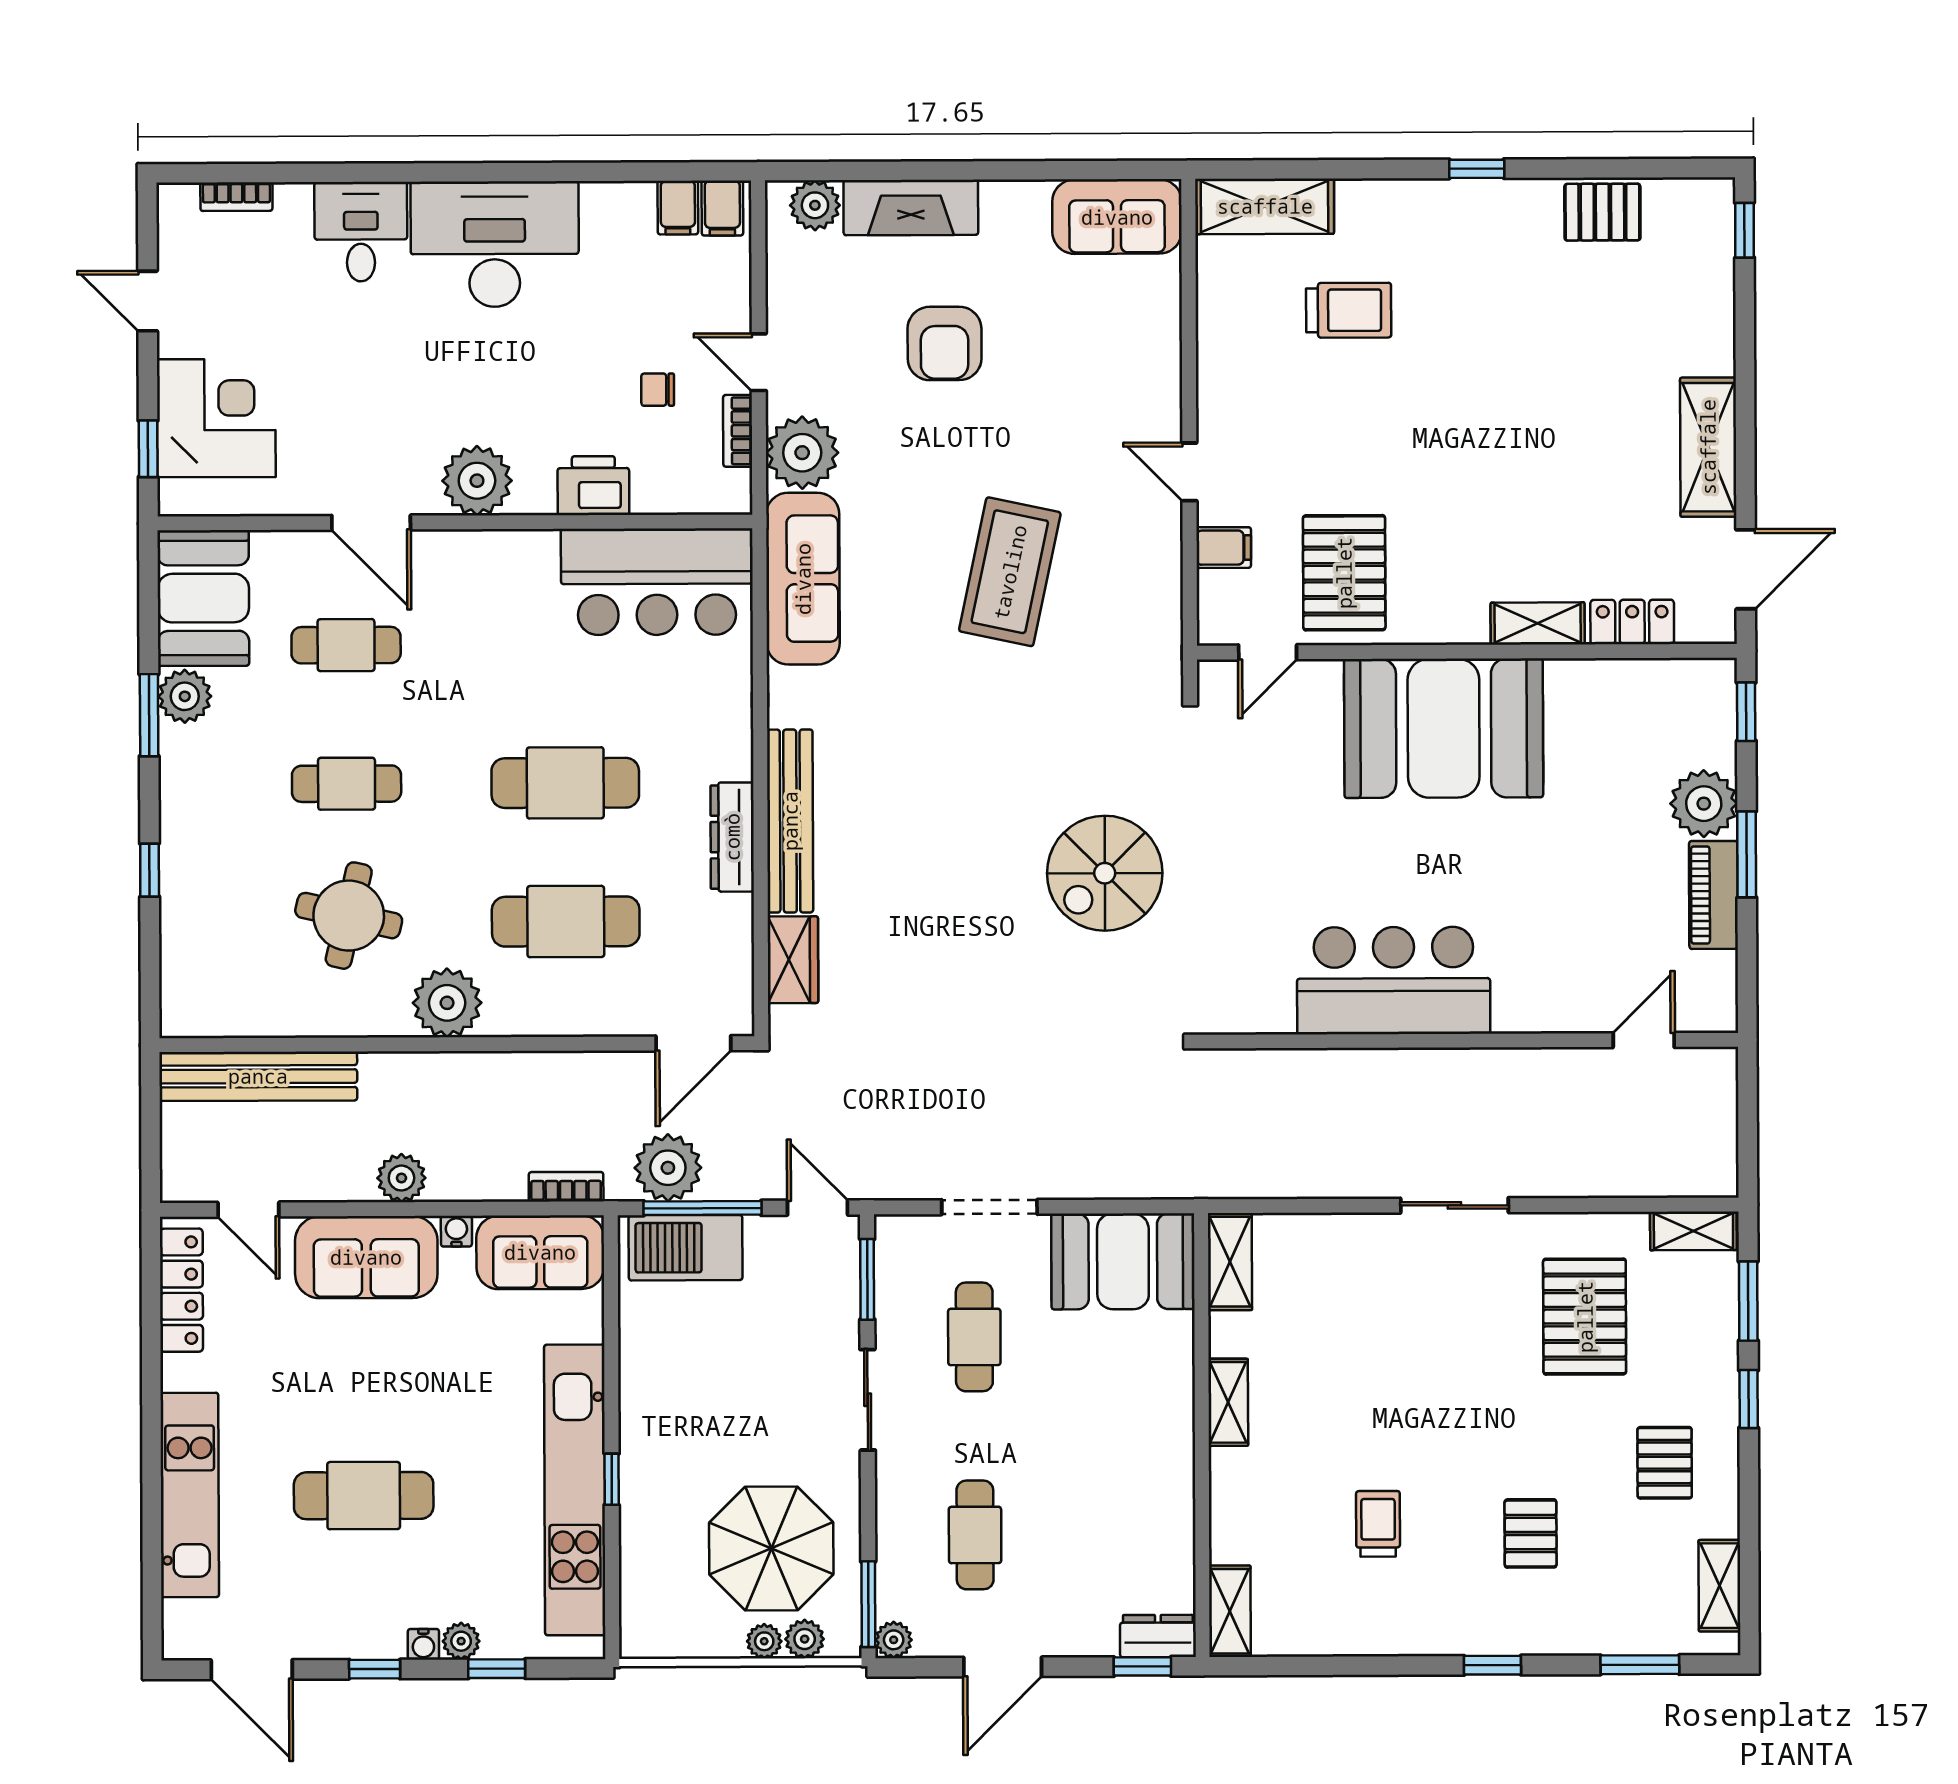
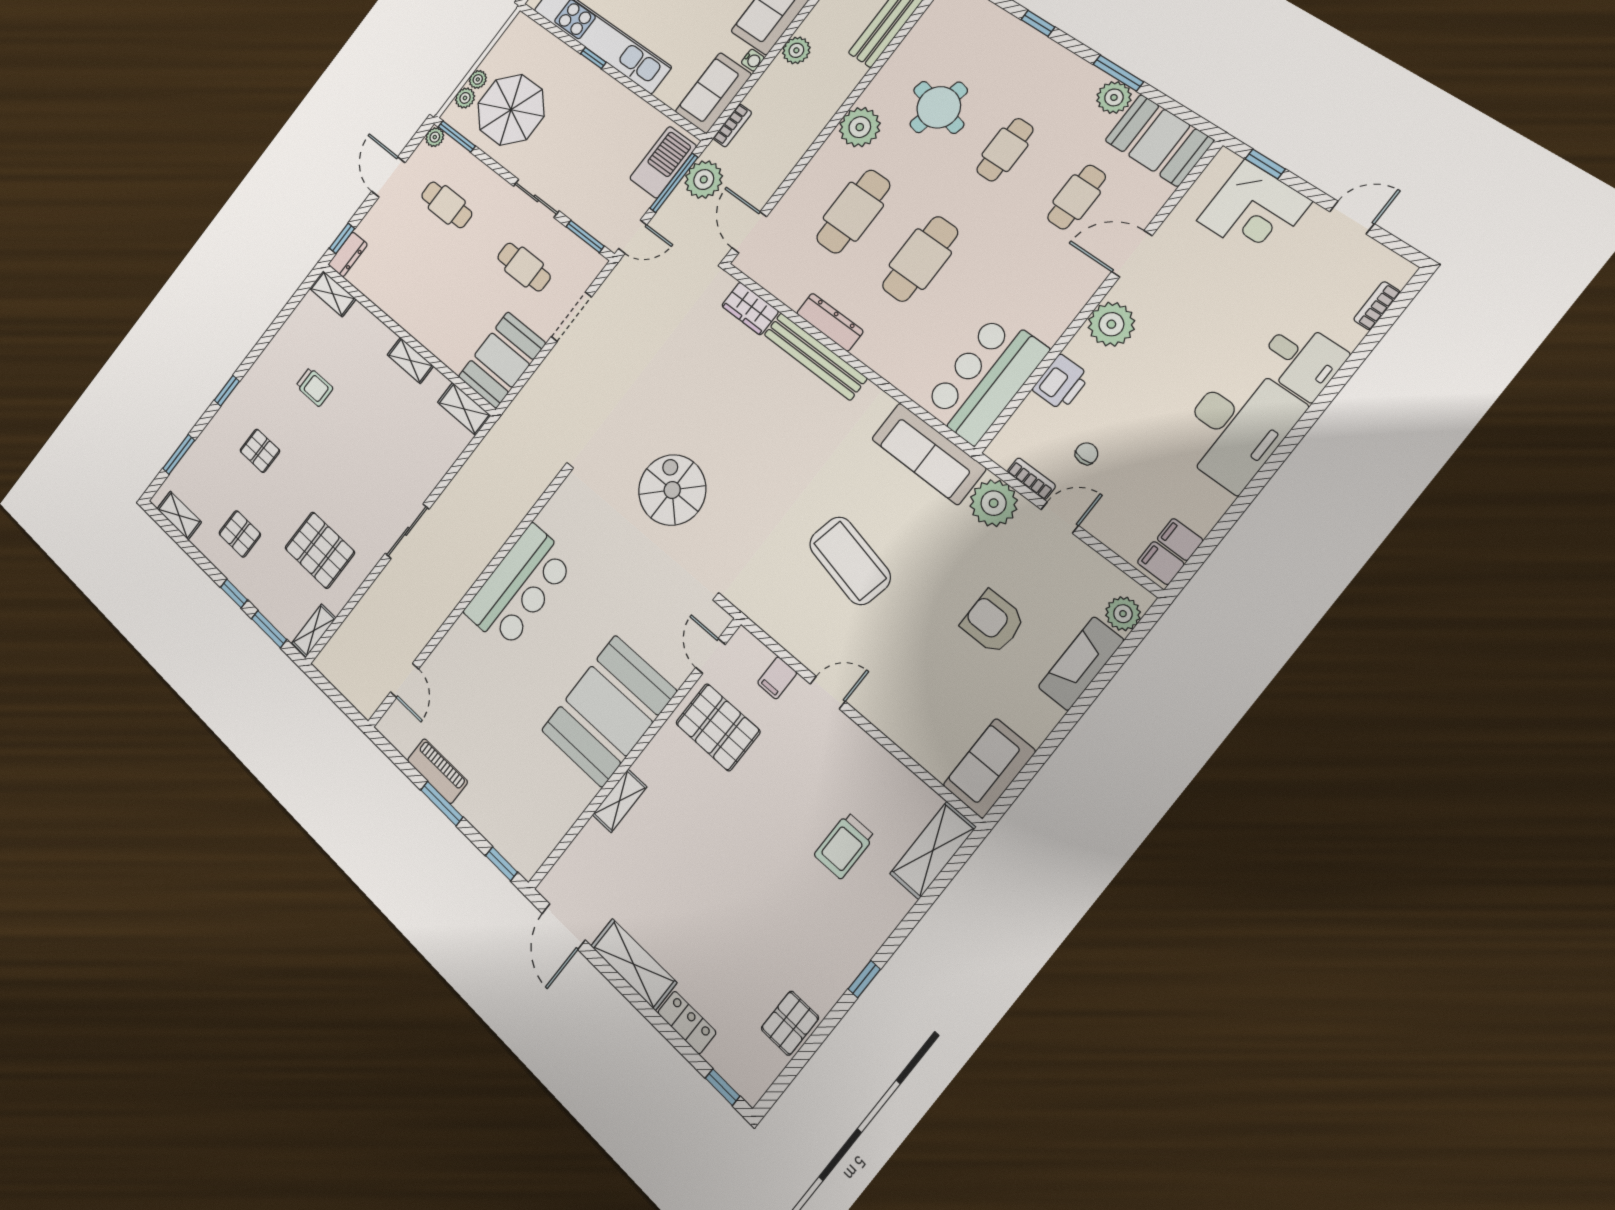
locker: (1632, 622) -> (687, 1022), moved, turned -90
plant: (1704, 804) -> (479, 804), removed

